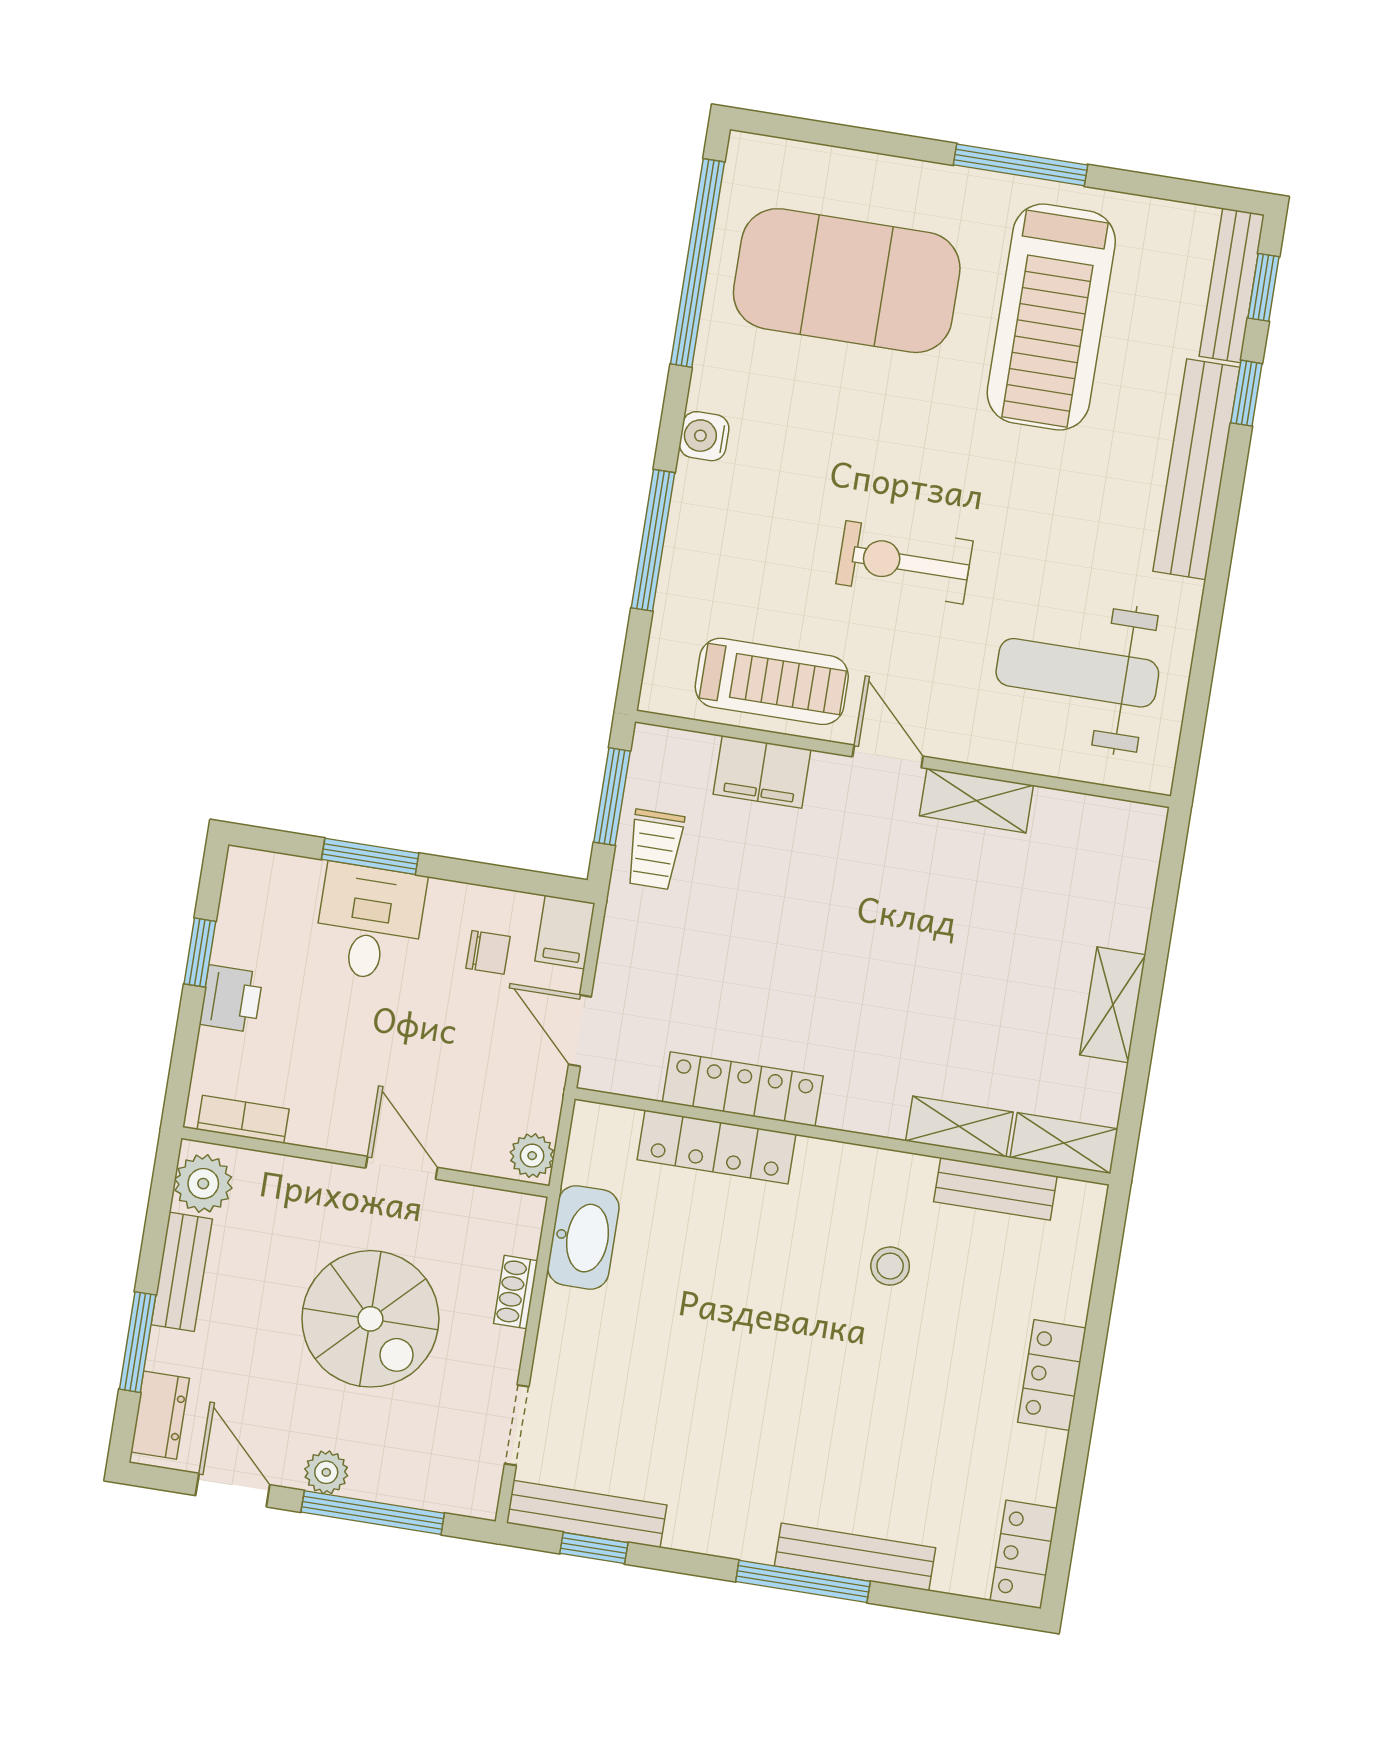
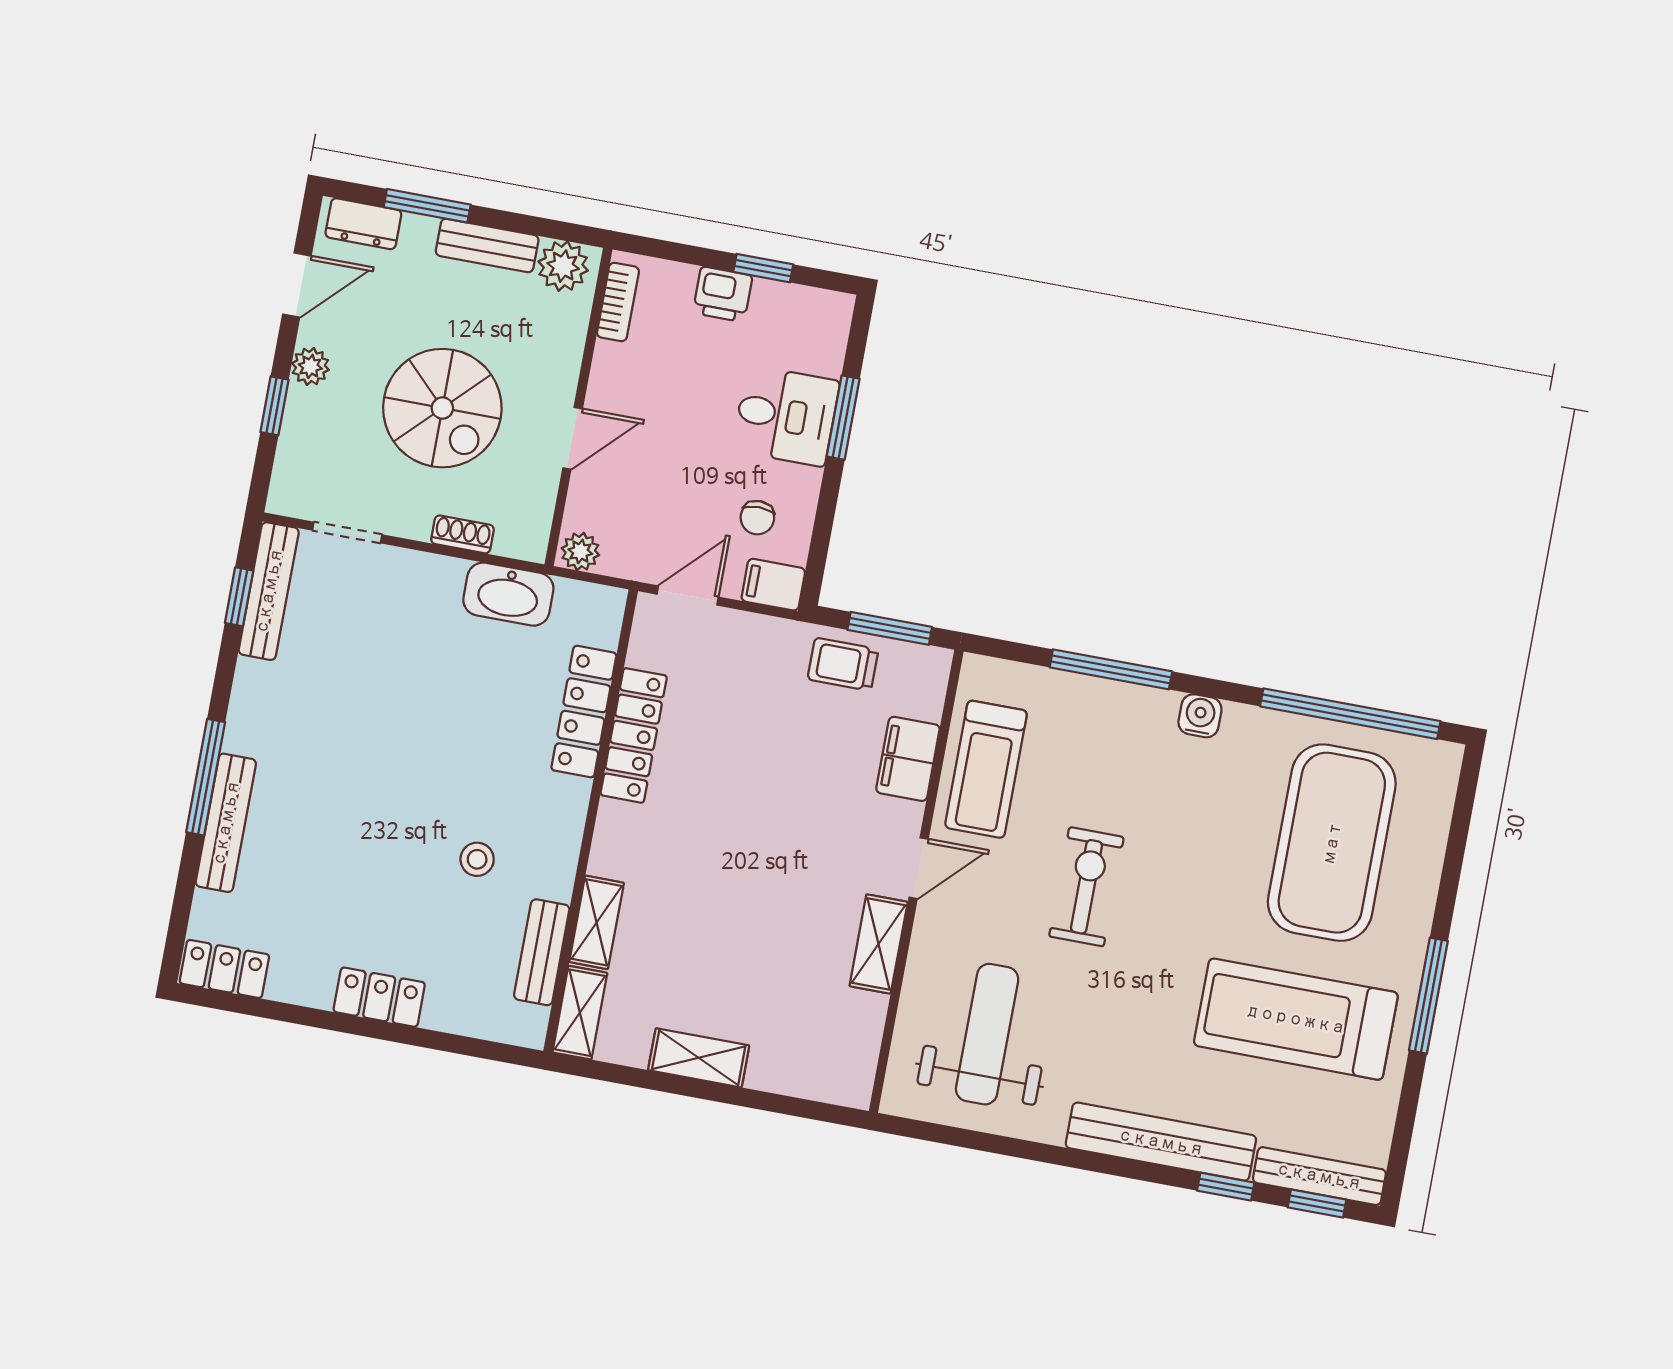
spiral stairs: (370, 1319) -> (442, 408), turned -90
window: (373, 1513) -> (274, 406), width x0.46

